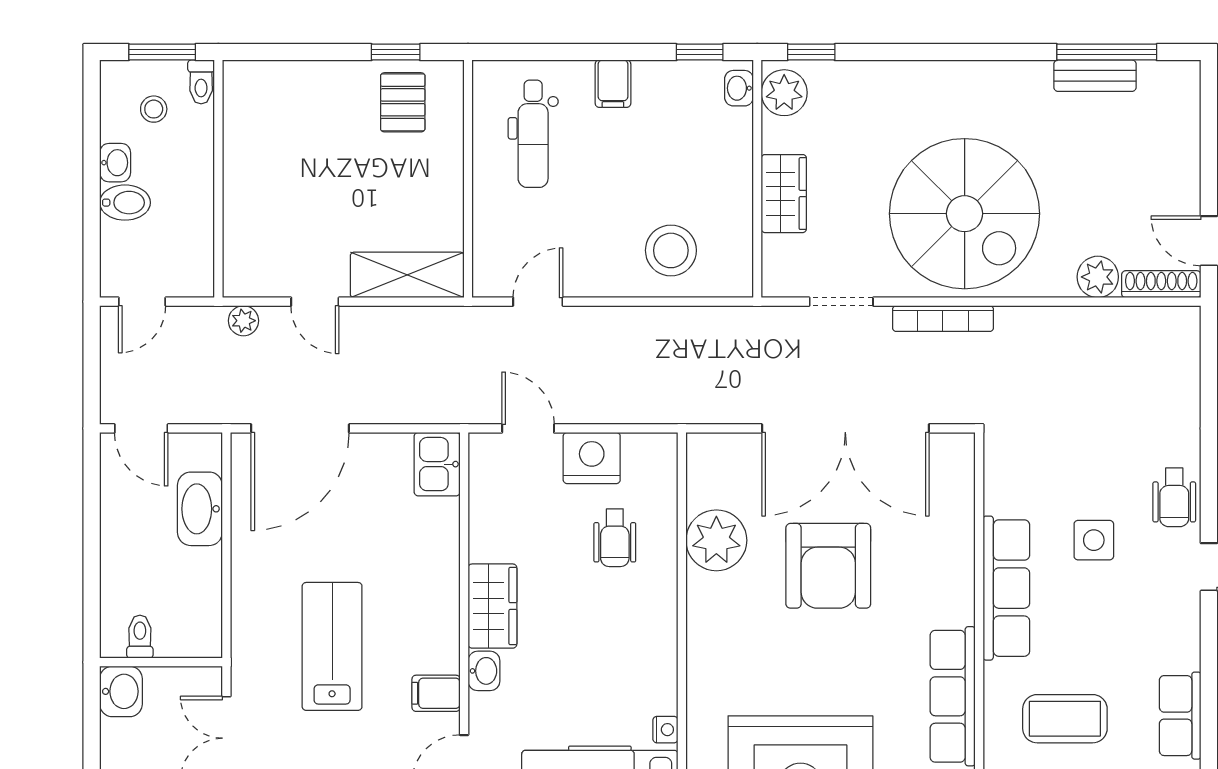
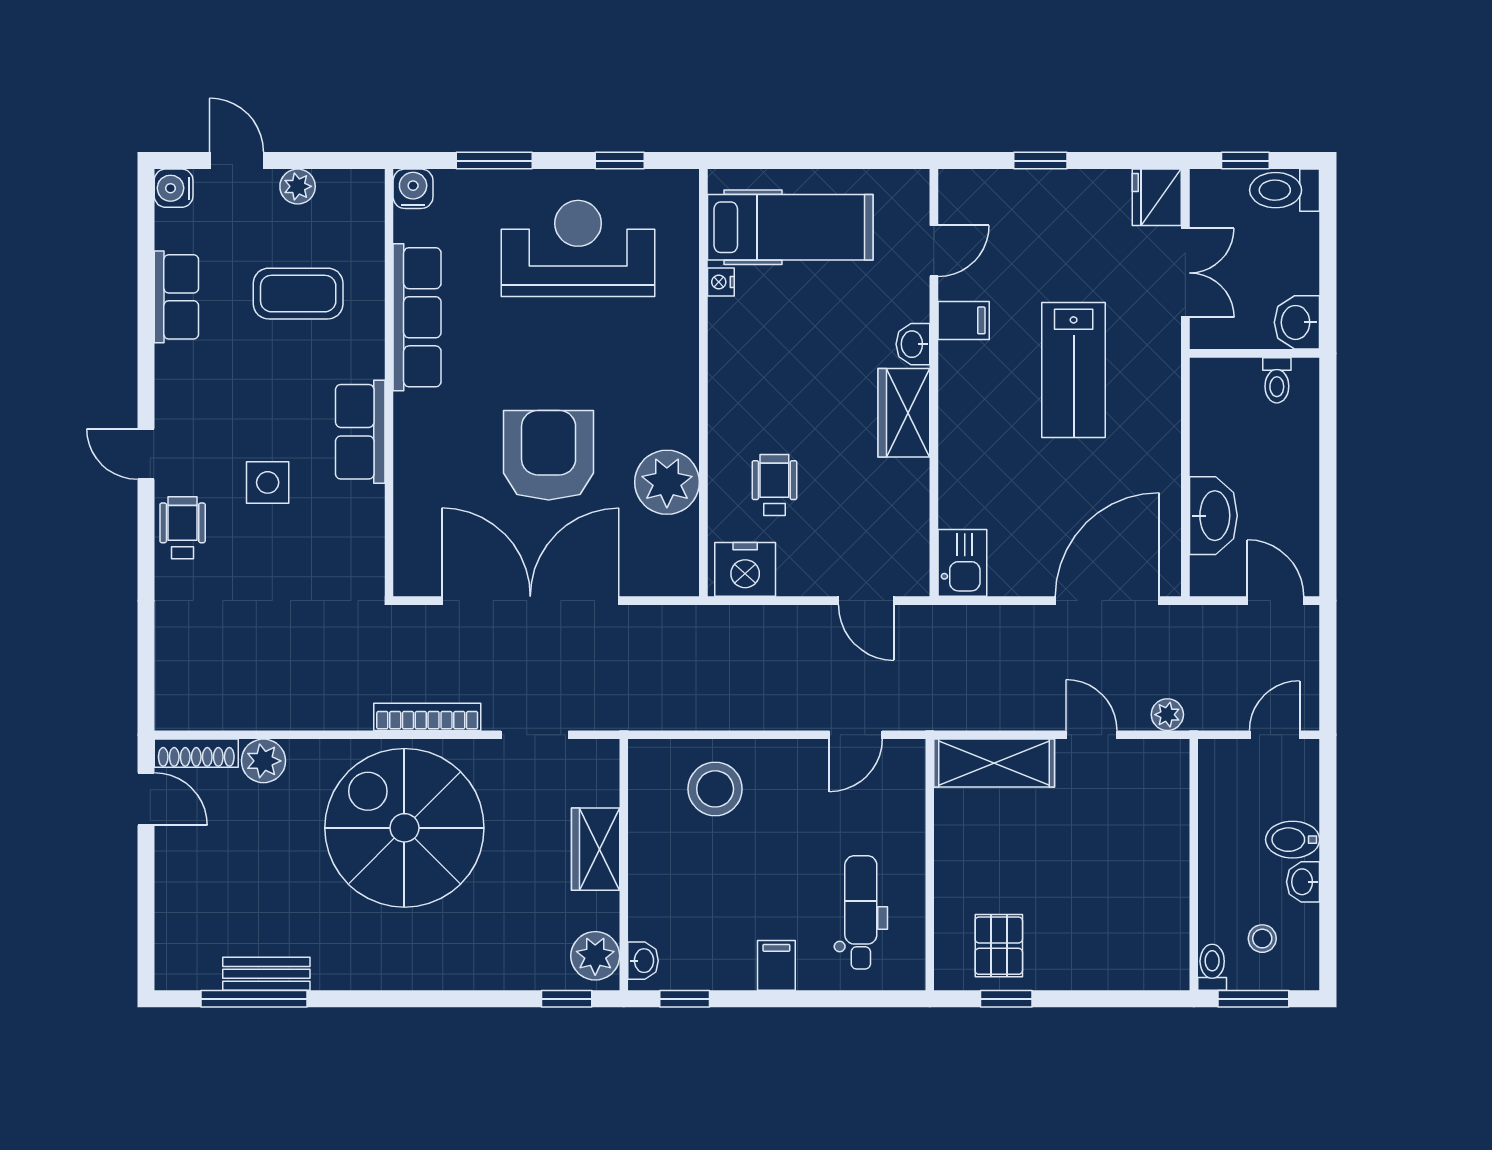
nightstand: (592, 458) -> (745, 569), moved
row of seats: (1006, 588) -> (360, 432), width x0.68

